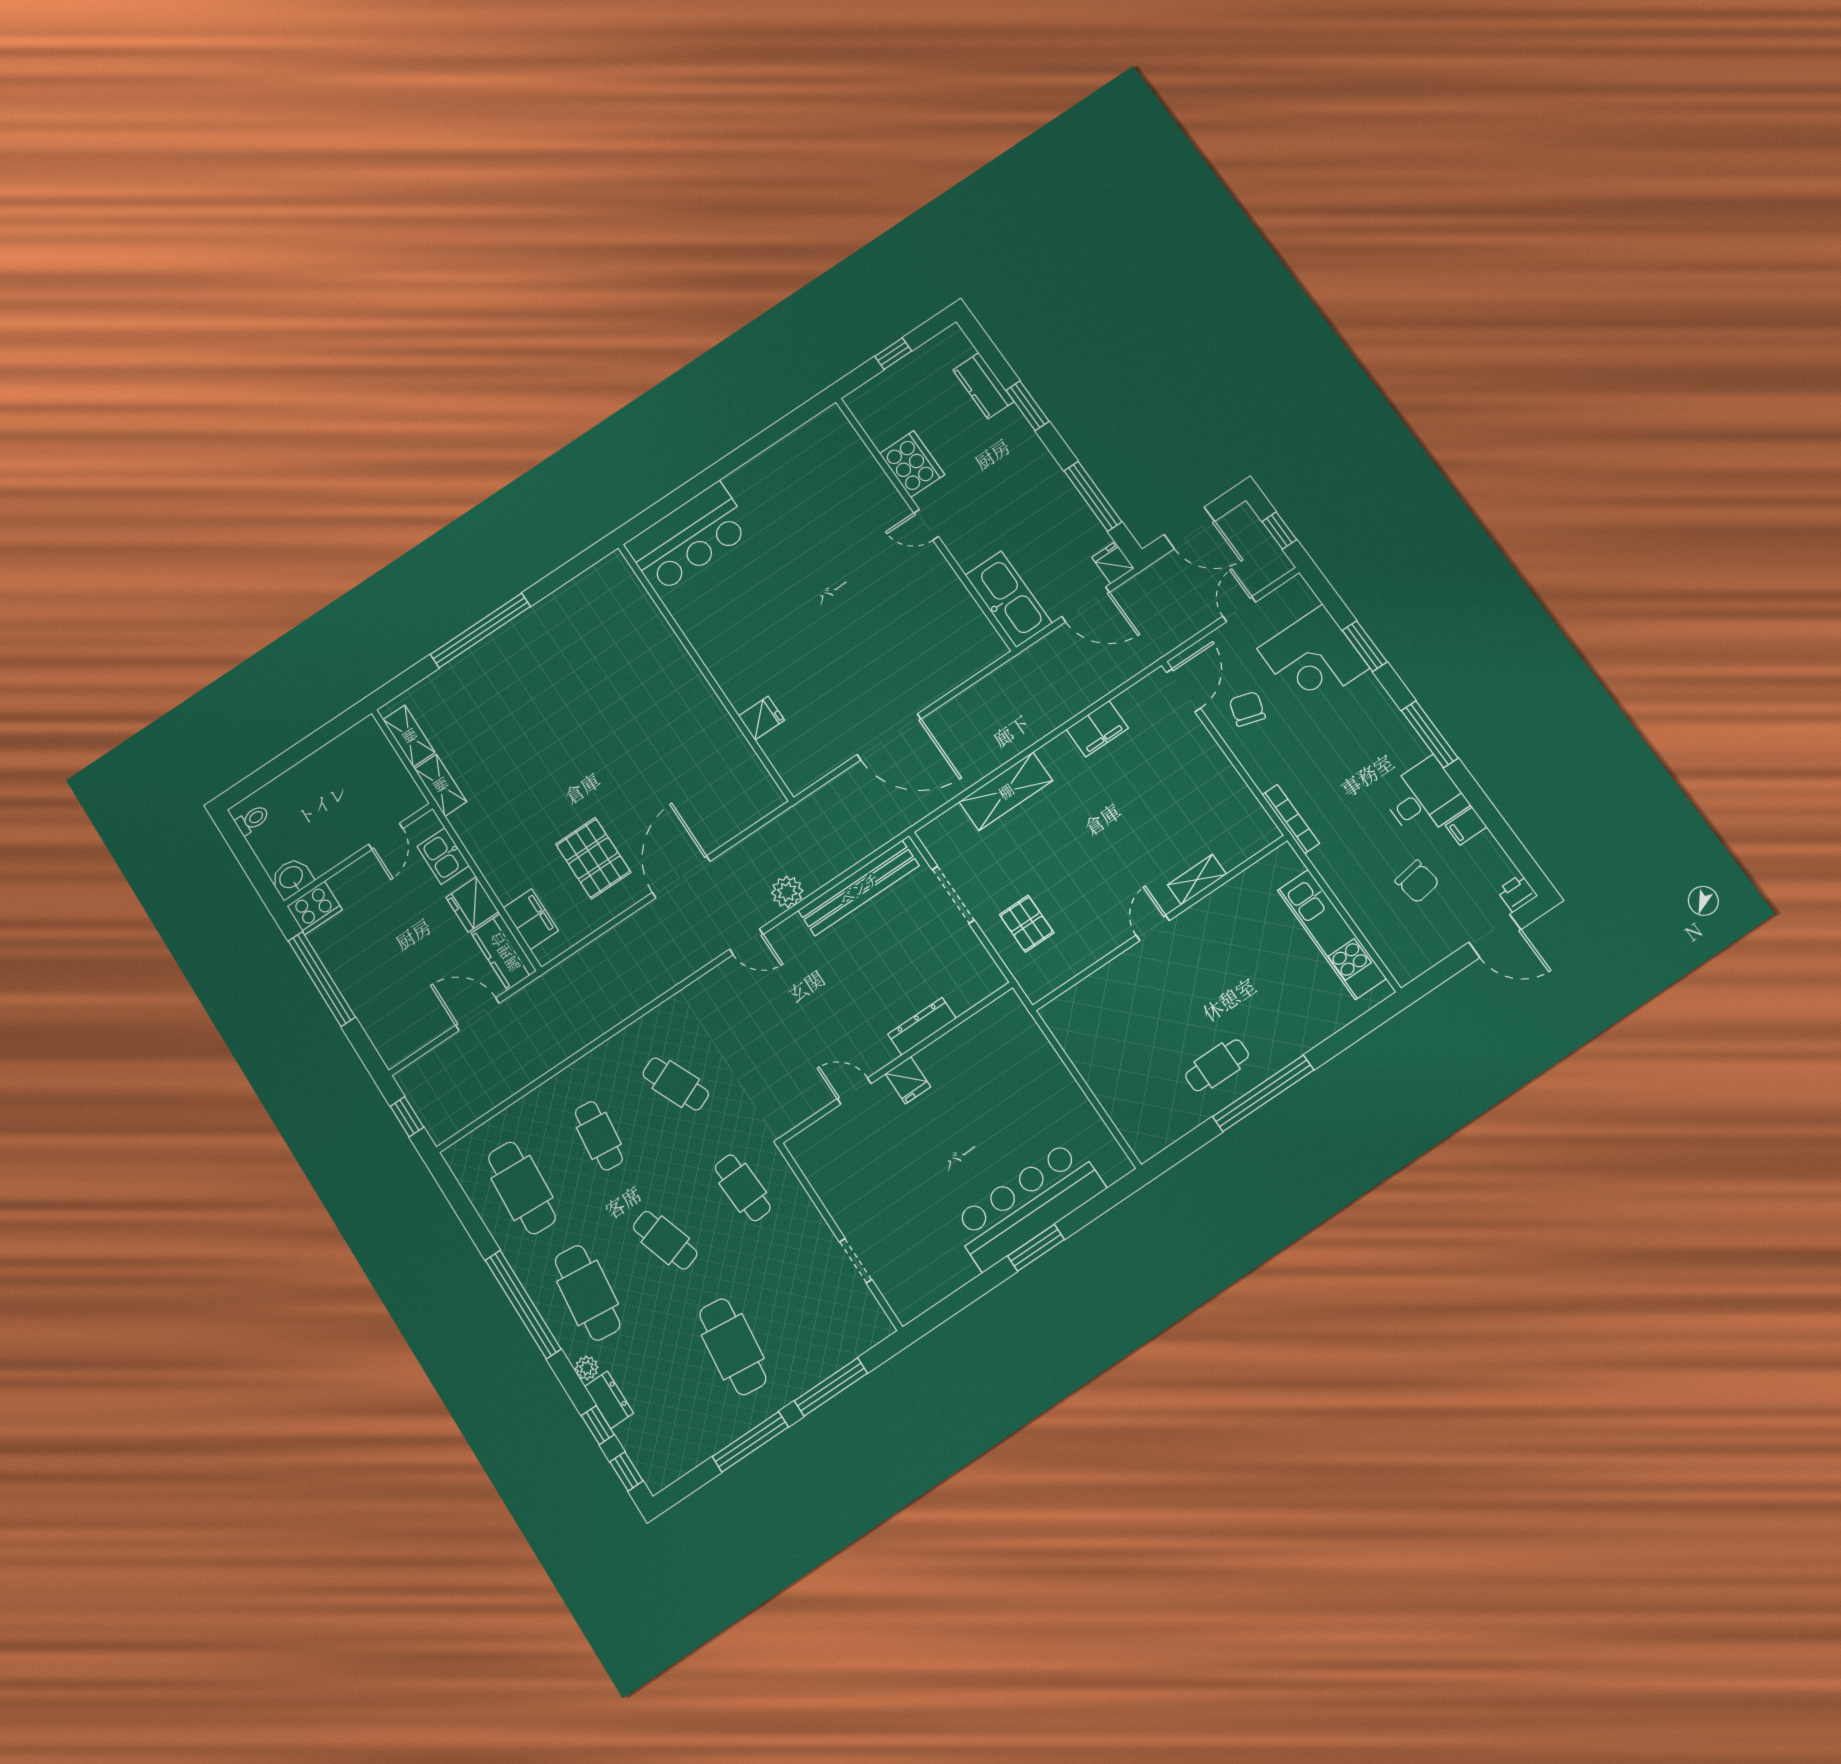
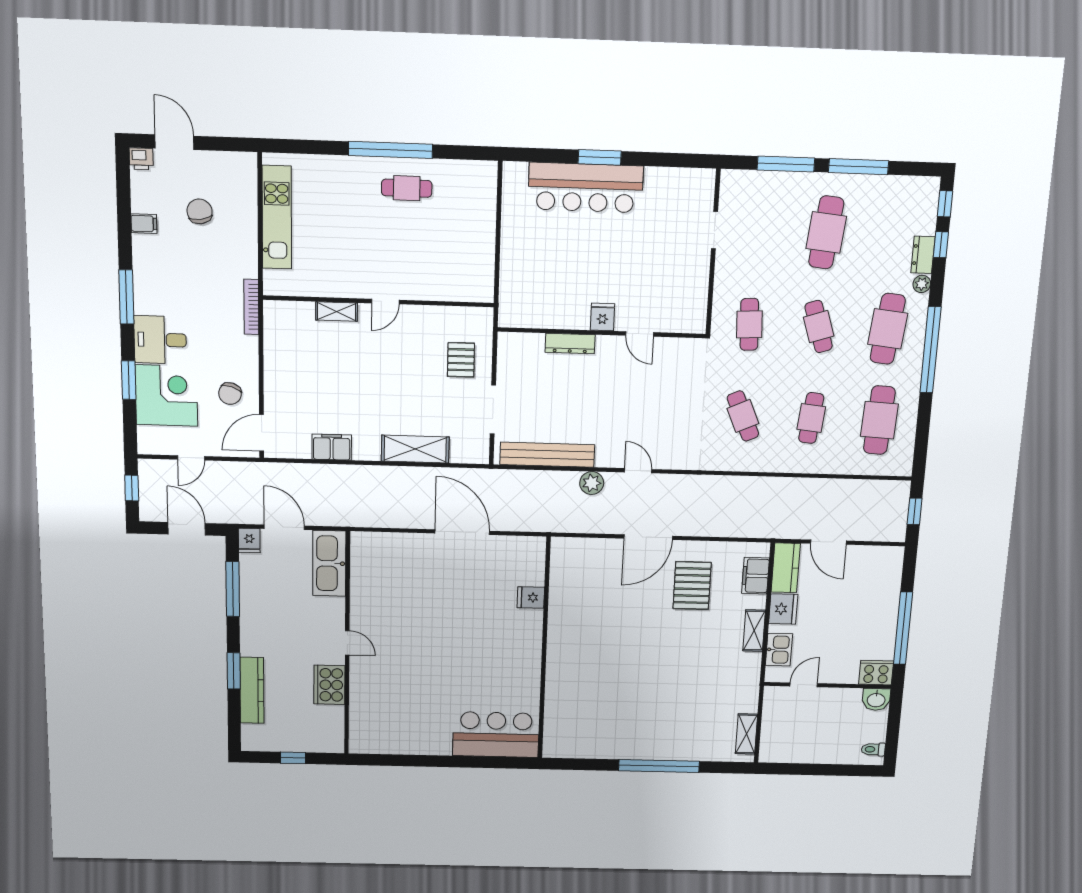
kitchen counter: (983, 386) -> (252, 690), width x1.50
shelving: (440, 785) -> (754, 631), moved
desk: (1424, 798) -> (160, 340), moved

